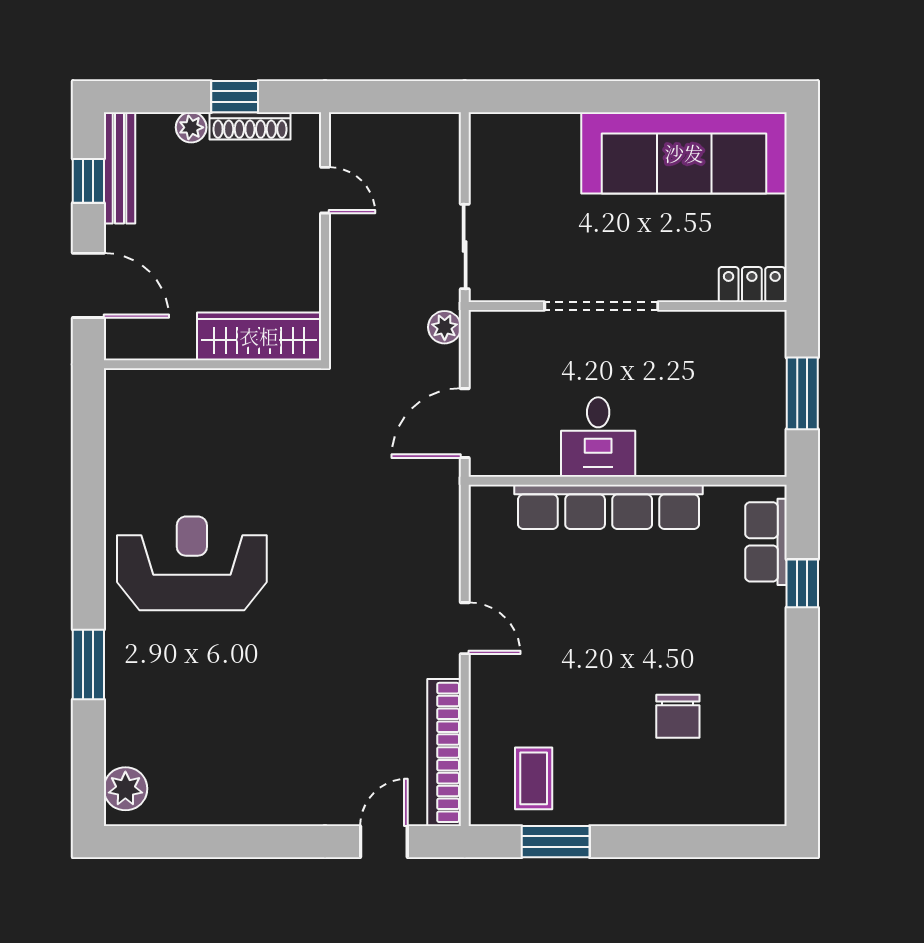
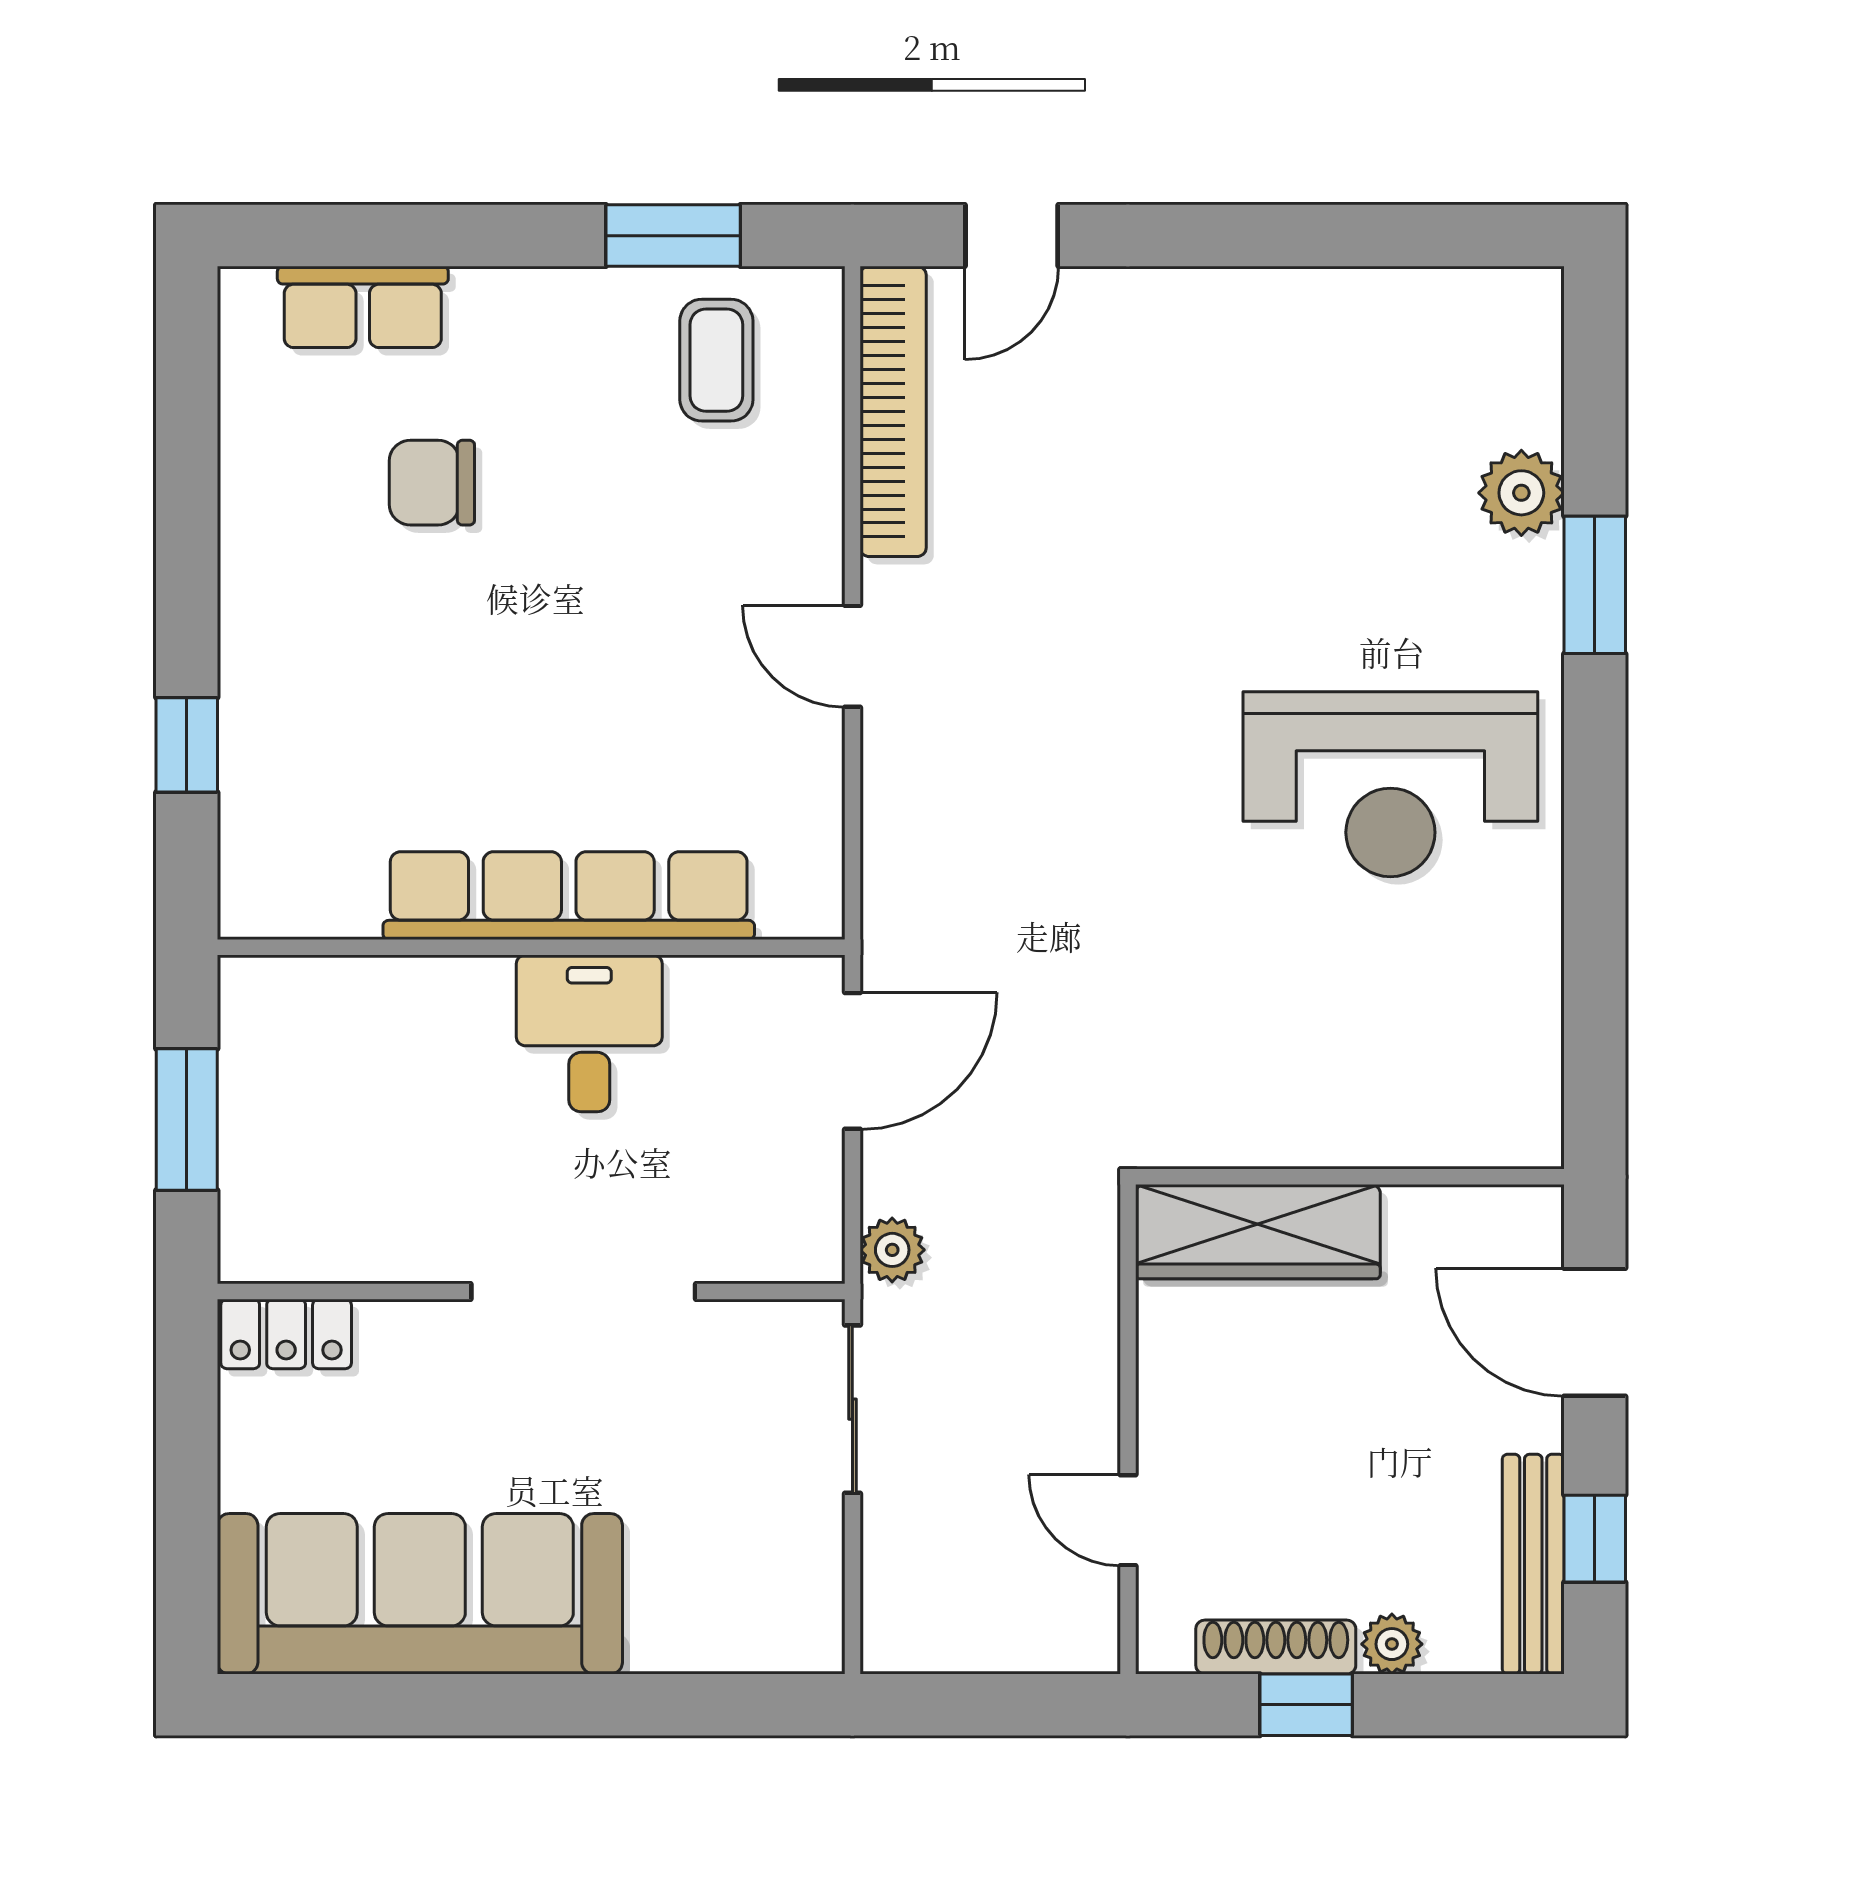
row of seats: (766, 542) -> (363, 307), moved, turned 90
chair: (678, 716) -> (432, 483), turned -90
plant: (125, 789) -> (1521, 493), moved

